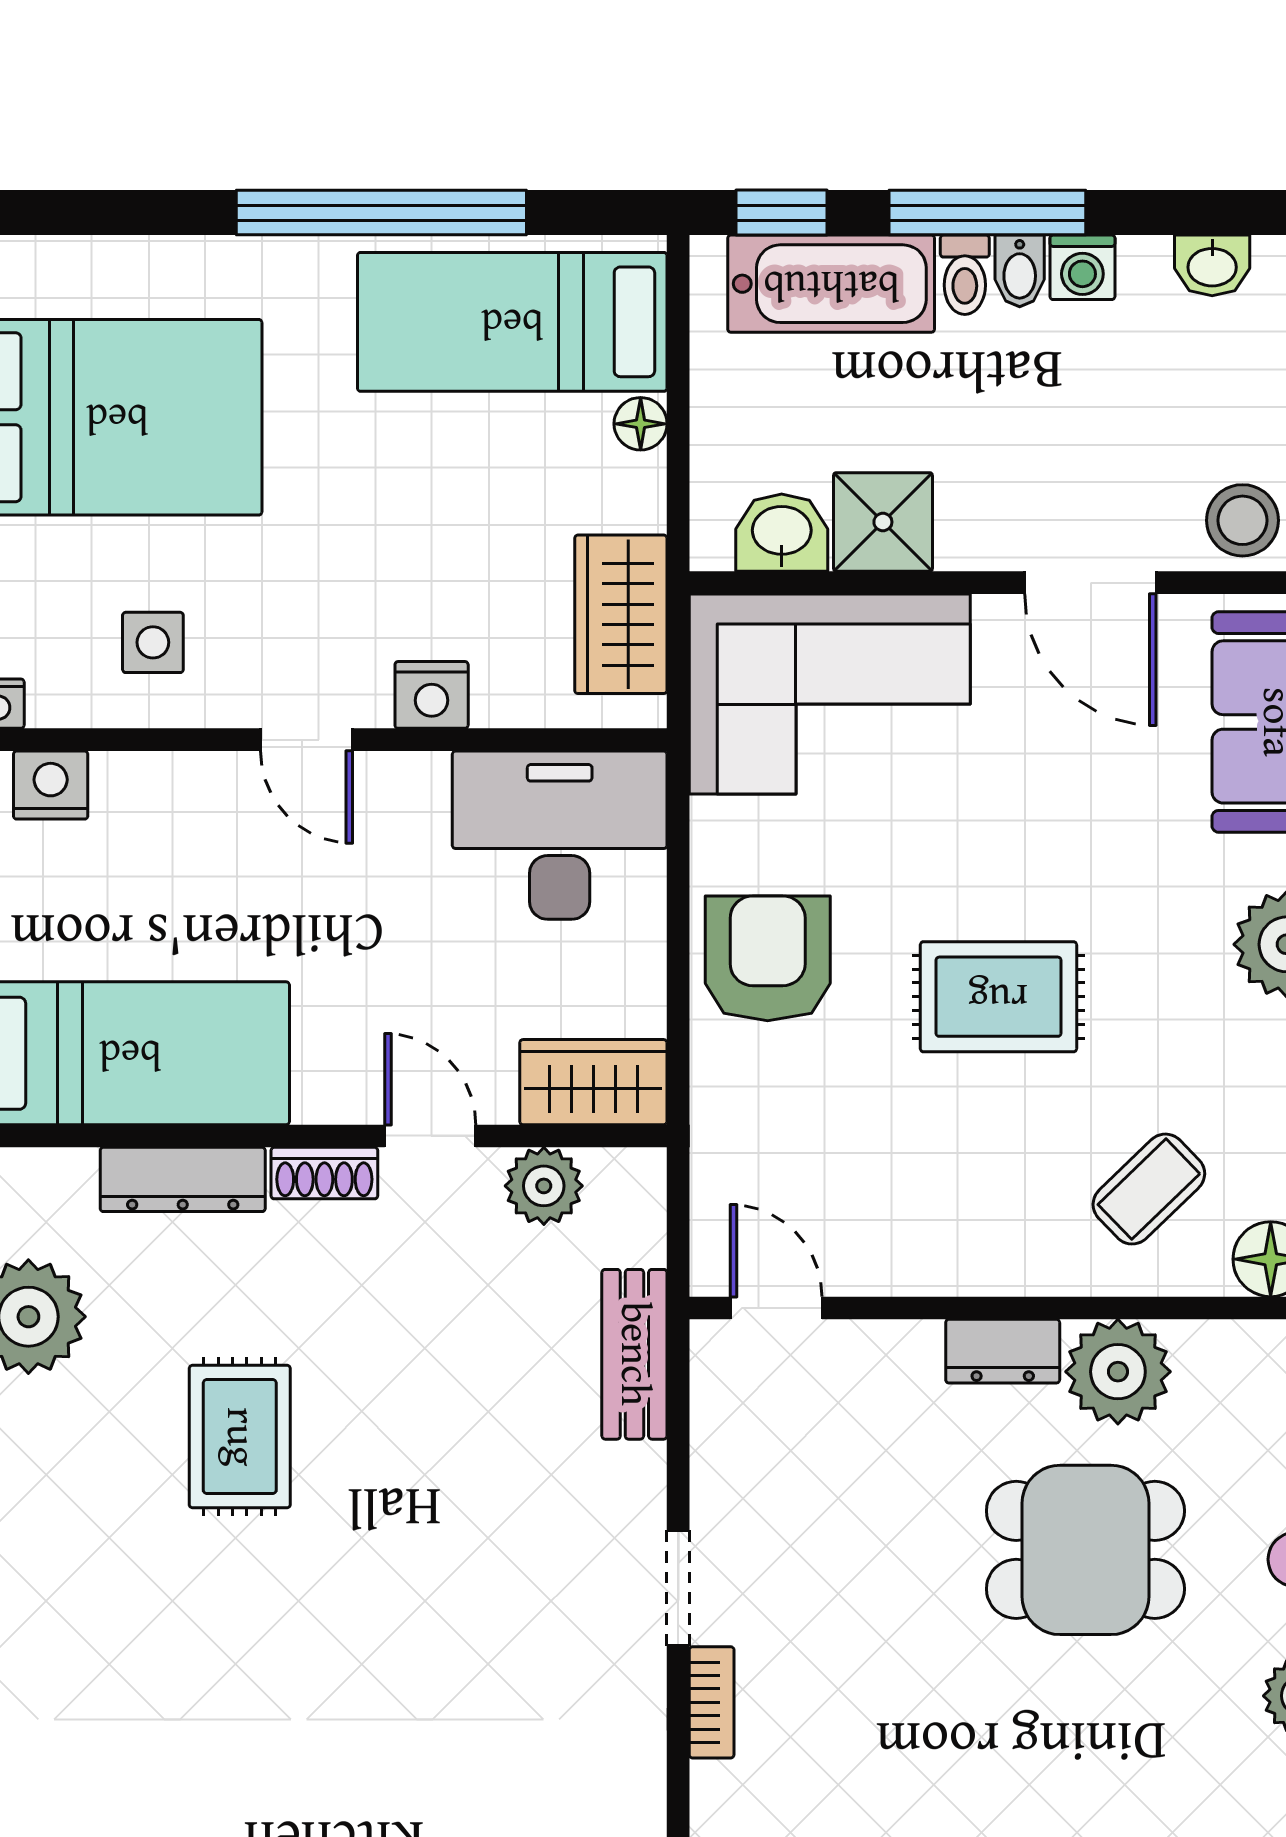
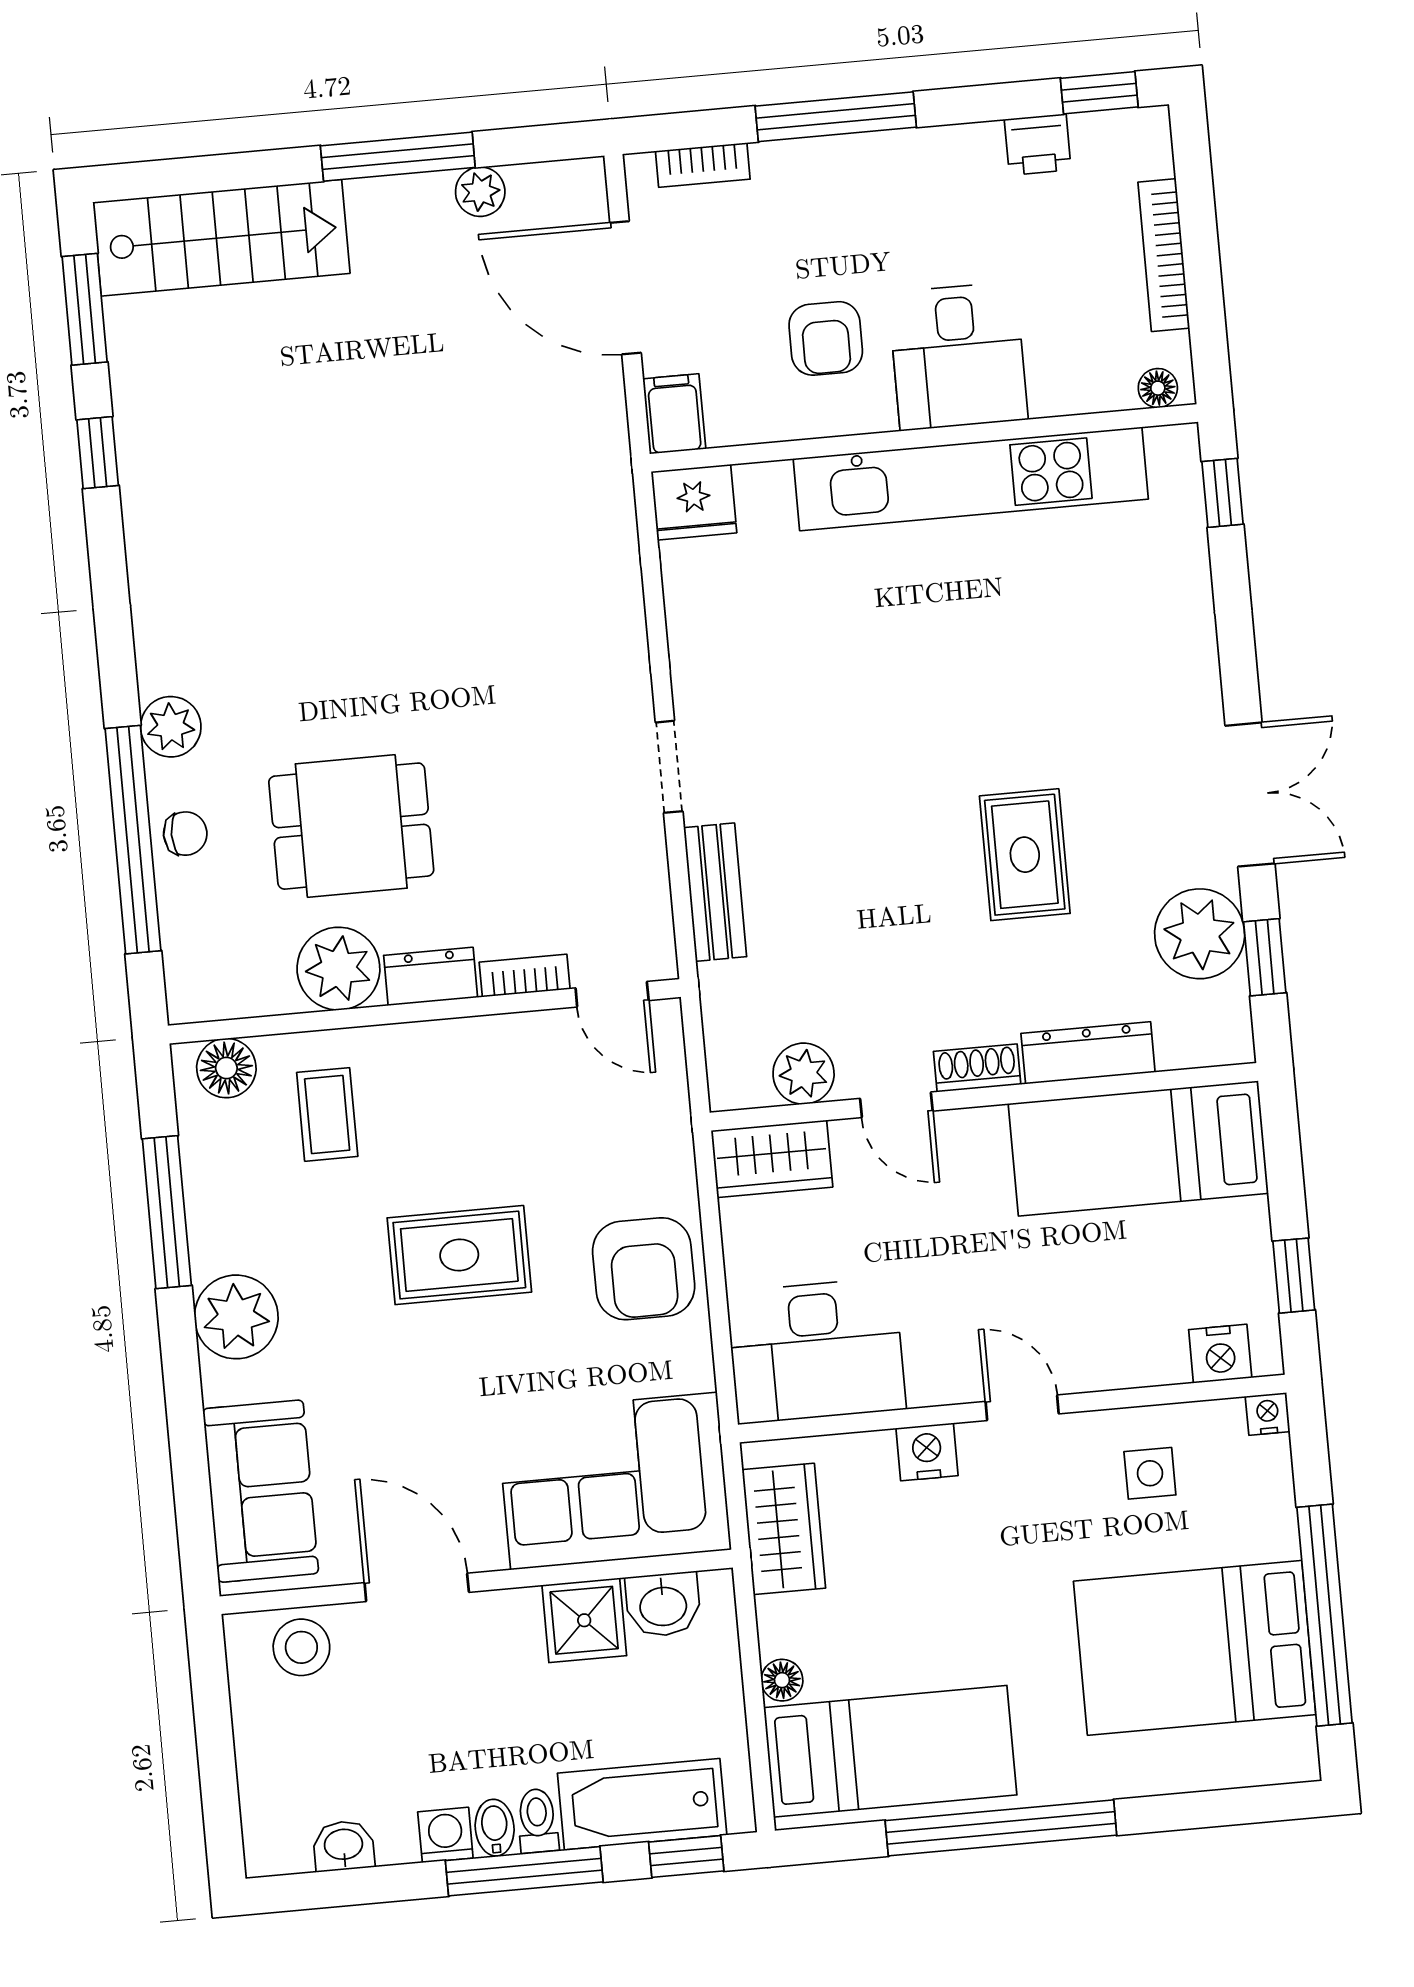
coffee table: (1149, 1189) -> (327, 1114), turned -46
bench: (634, 1354) -> (715, 892), moved
bookcase: (712, 1702) -> (525, 976), moved, turned 90

